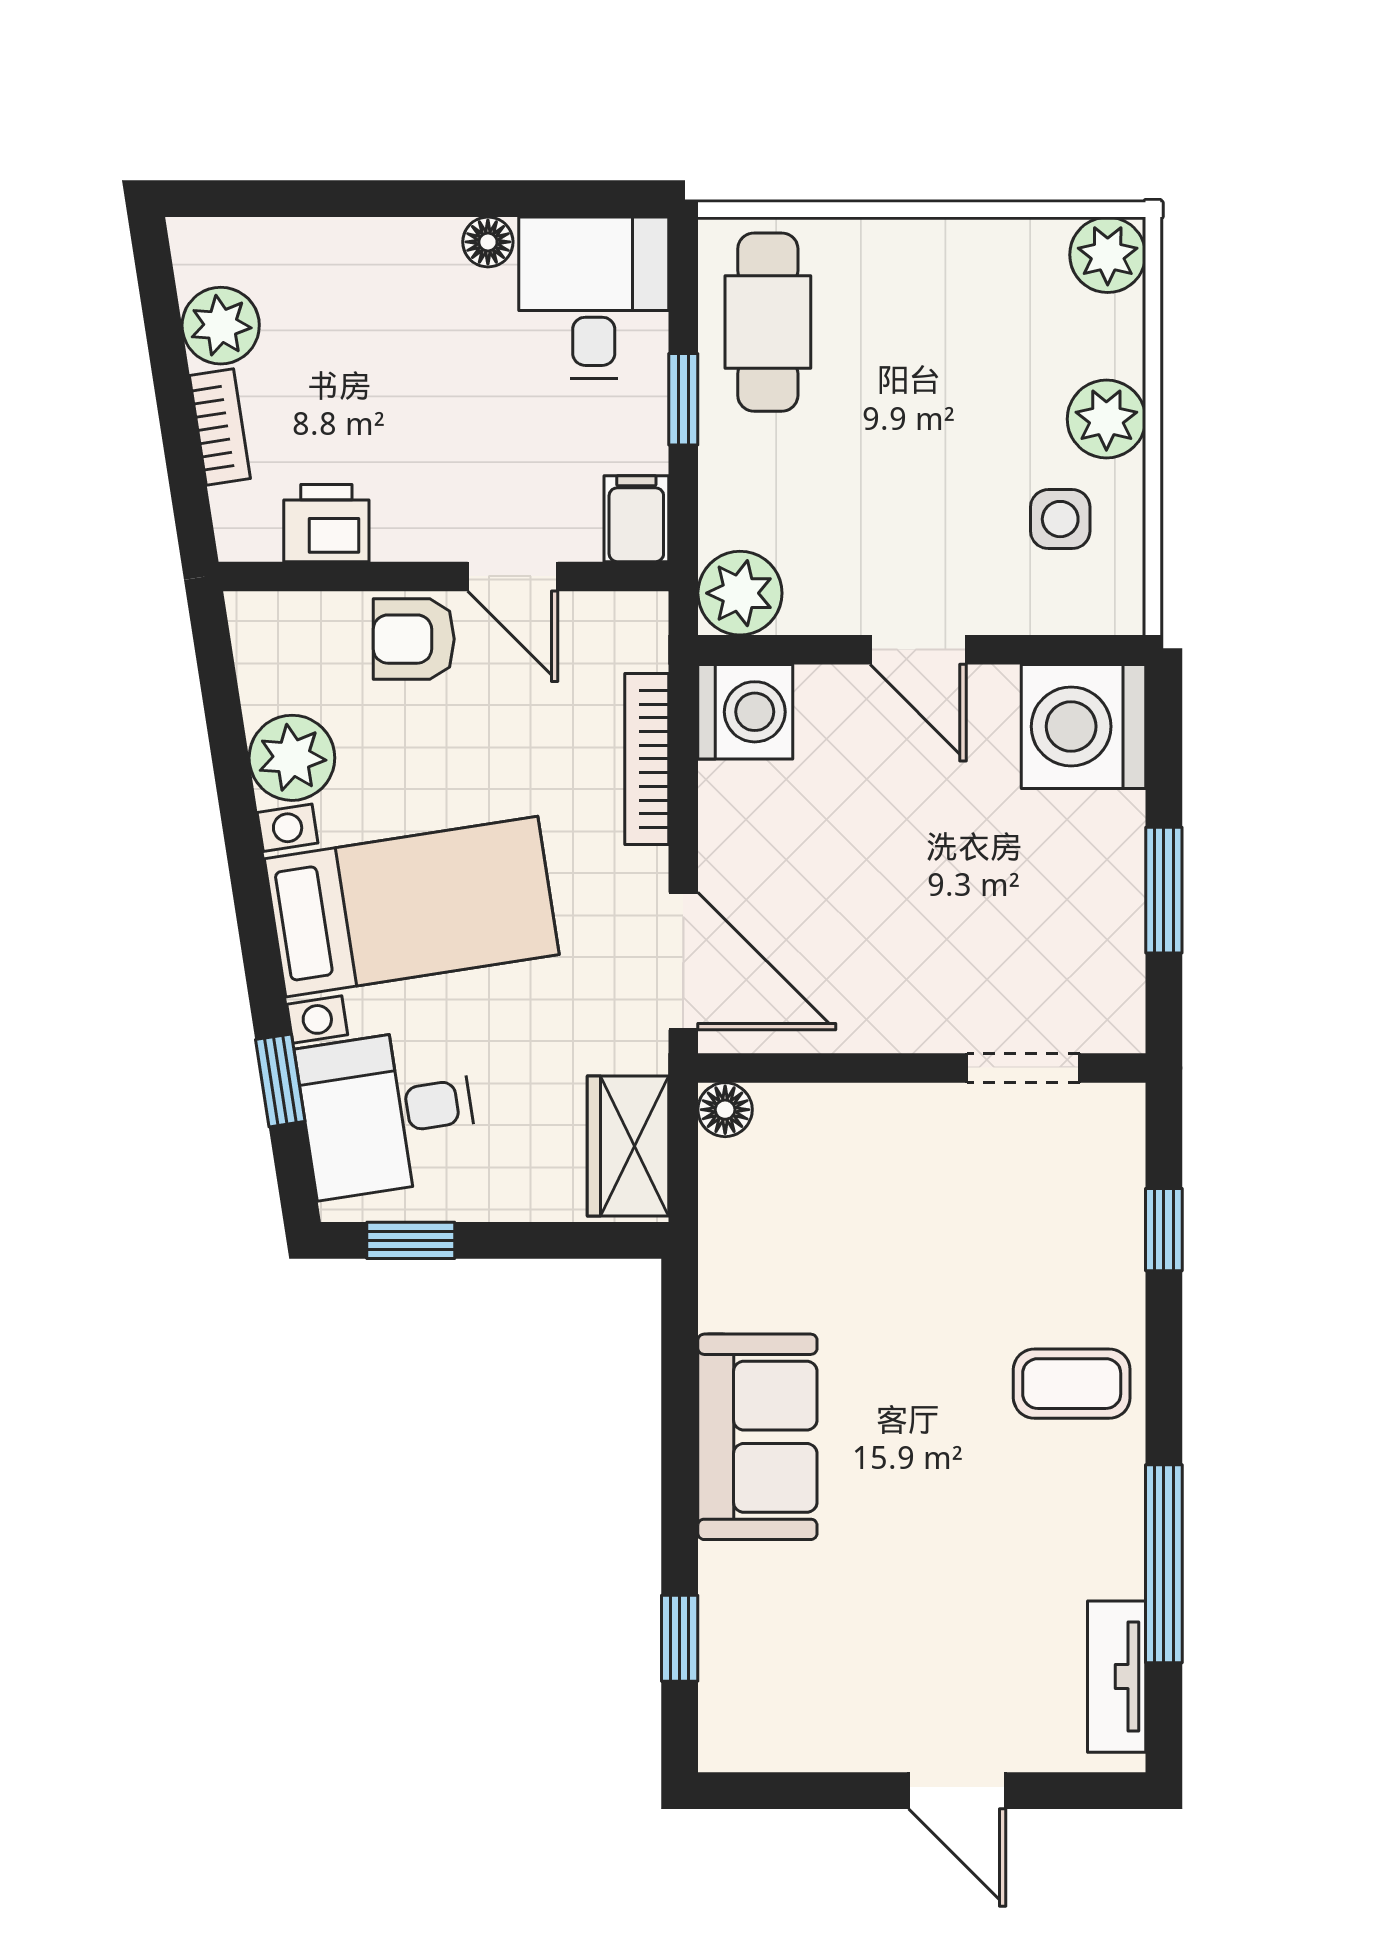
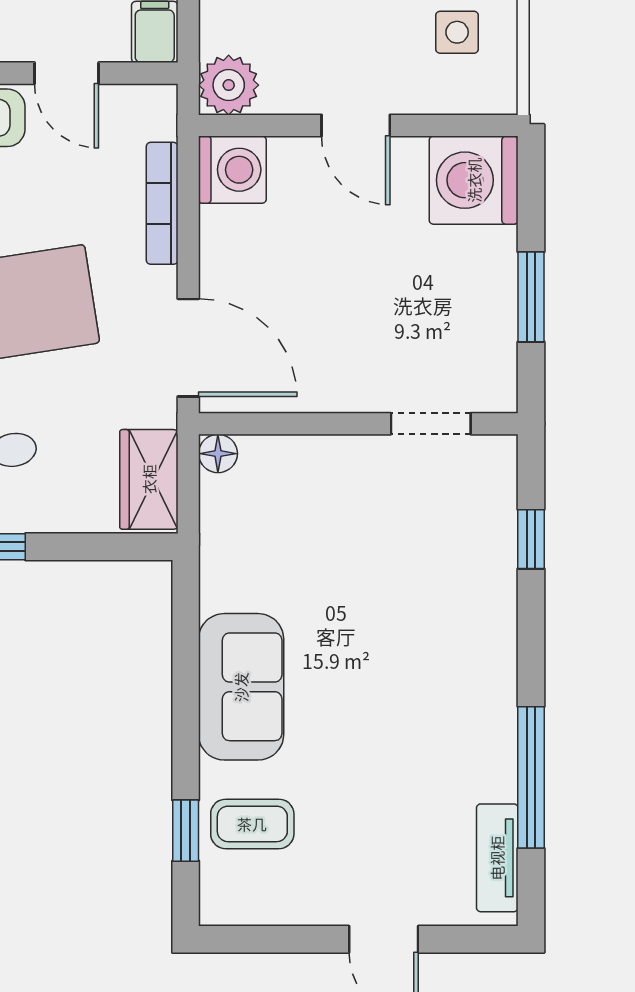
coffee table: (1072, 1384) -> (252, 824), moved

